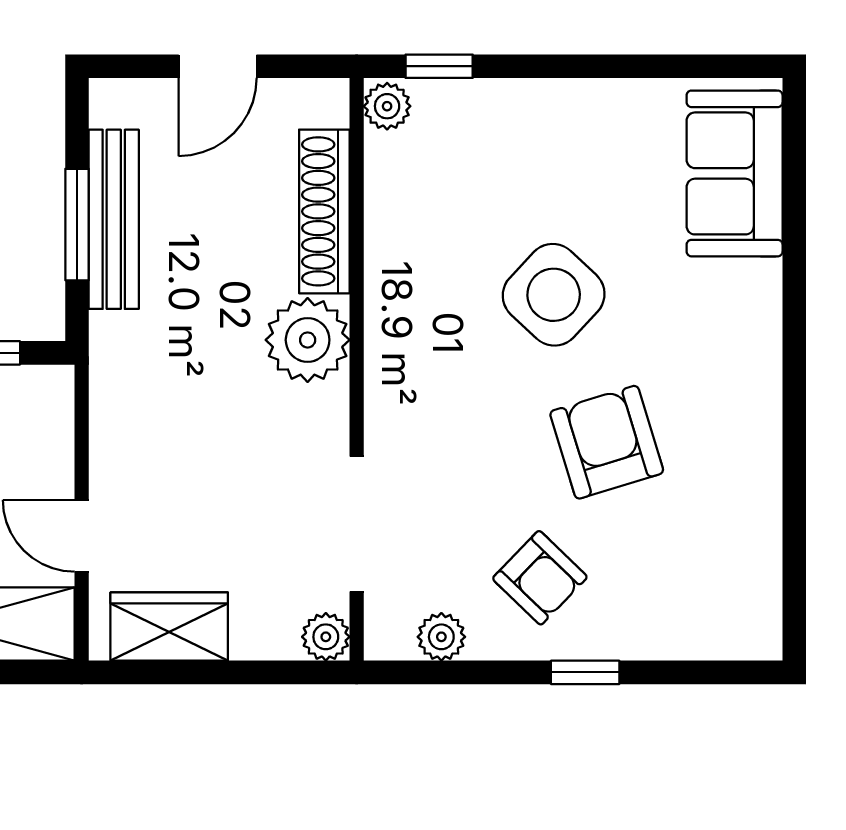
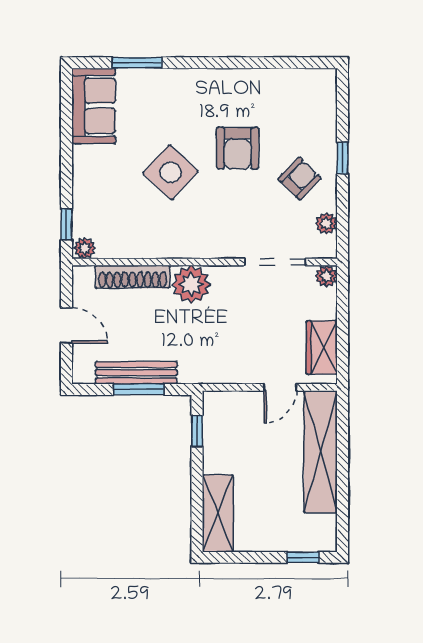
sofa: (735, 173) -> (94, 106), moved, turned -90
window: (794, 221) -> (137, 63), added
armchair: (607, 442) -> (238, 148), turned -73

